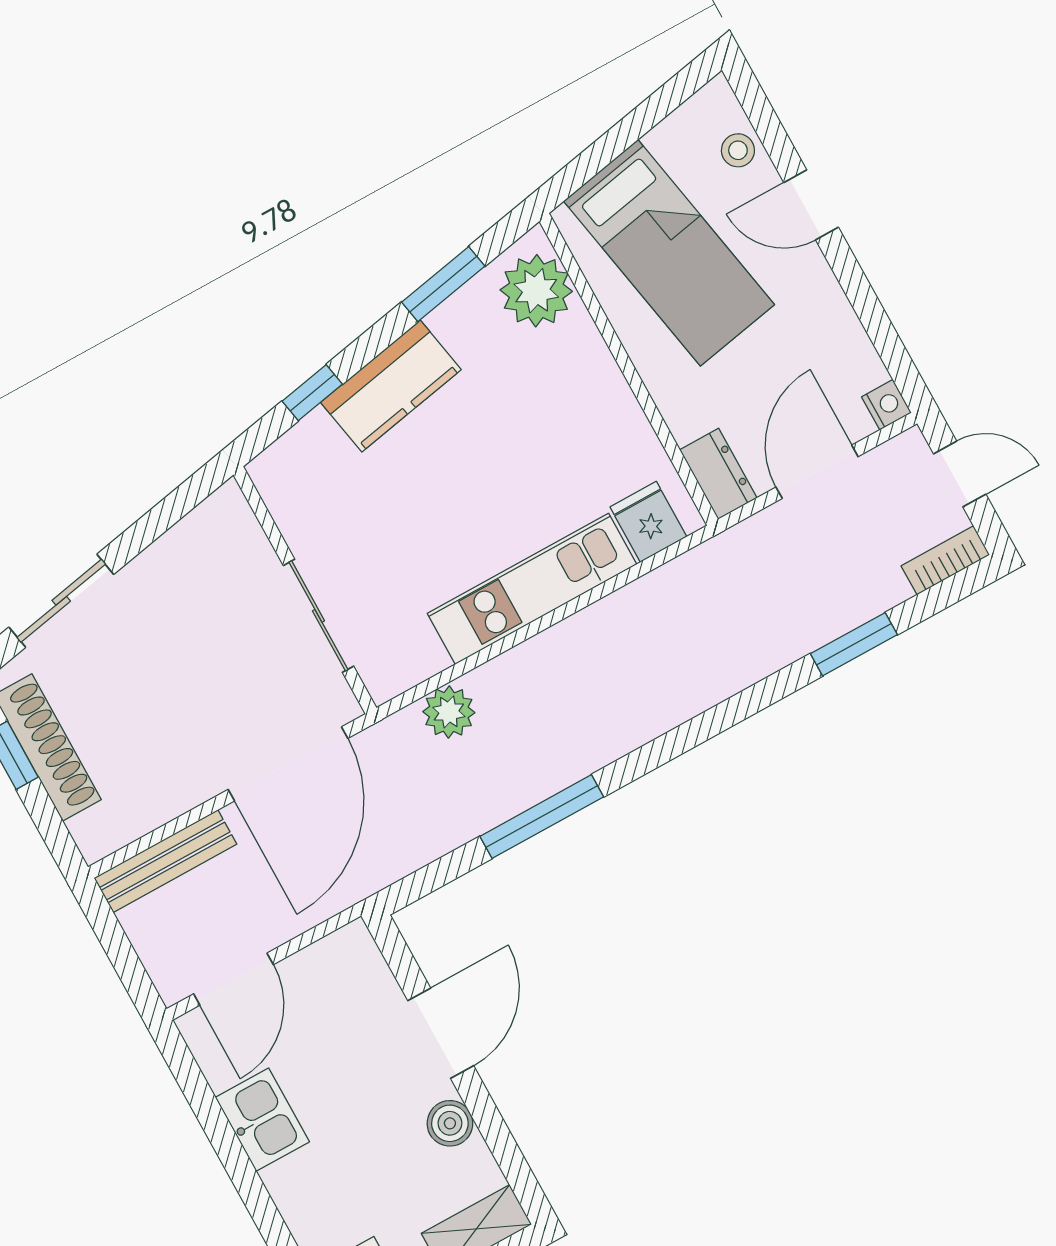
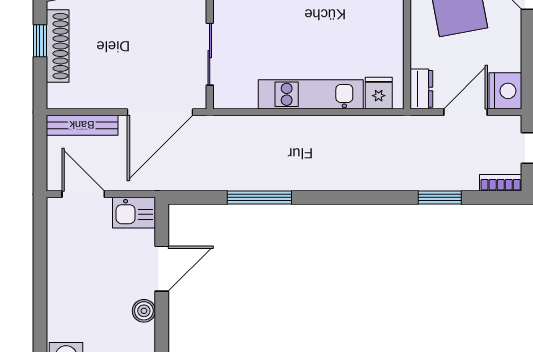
nightstand: (886, 405) -> (505, 91), width x1.89, depth x1.79
plant: (449, 712) -> (244, 129), removed
door: (233, 979) -> (83, 194), swing flipped
kitchen sink: (262, 1120) -> (134, 213), moved, turned 90

